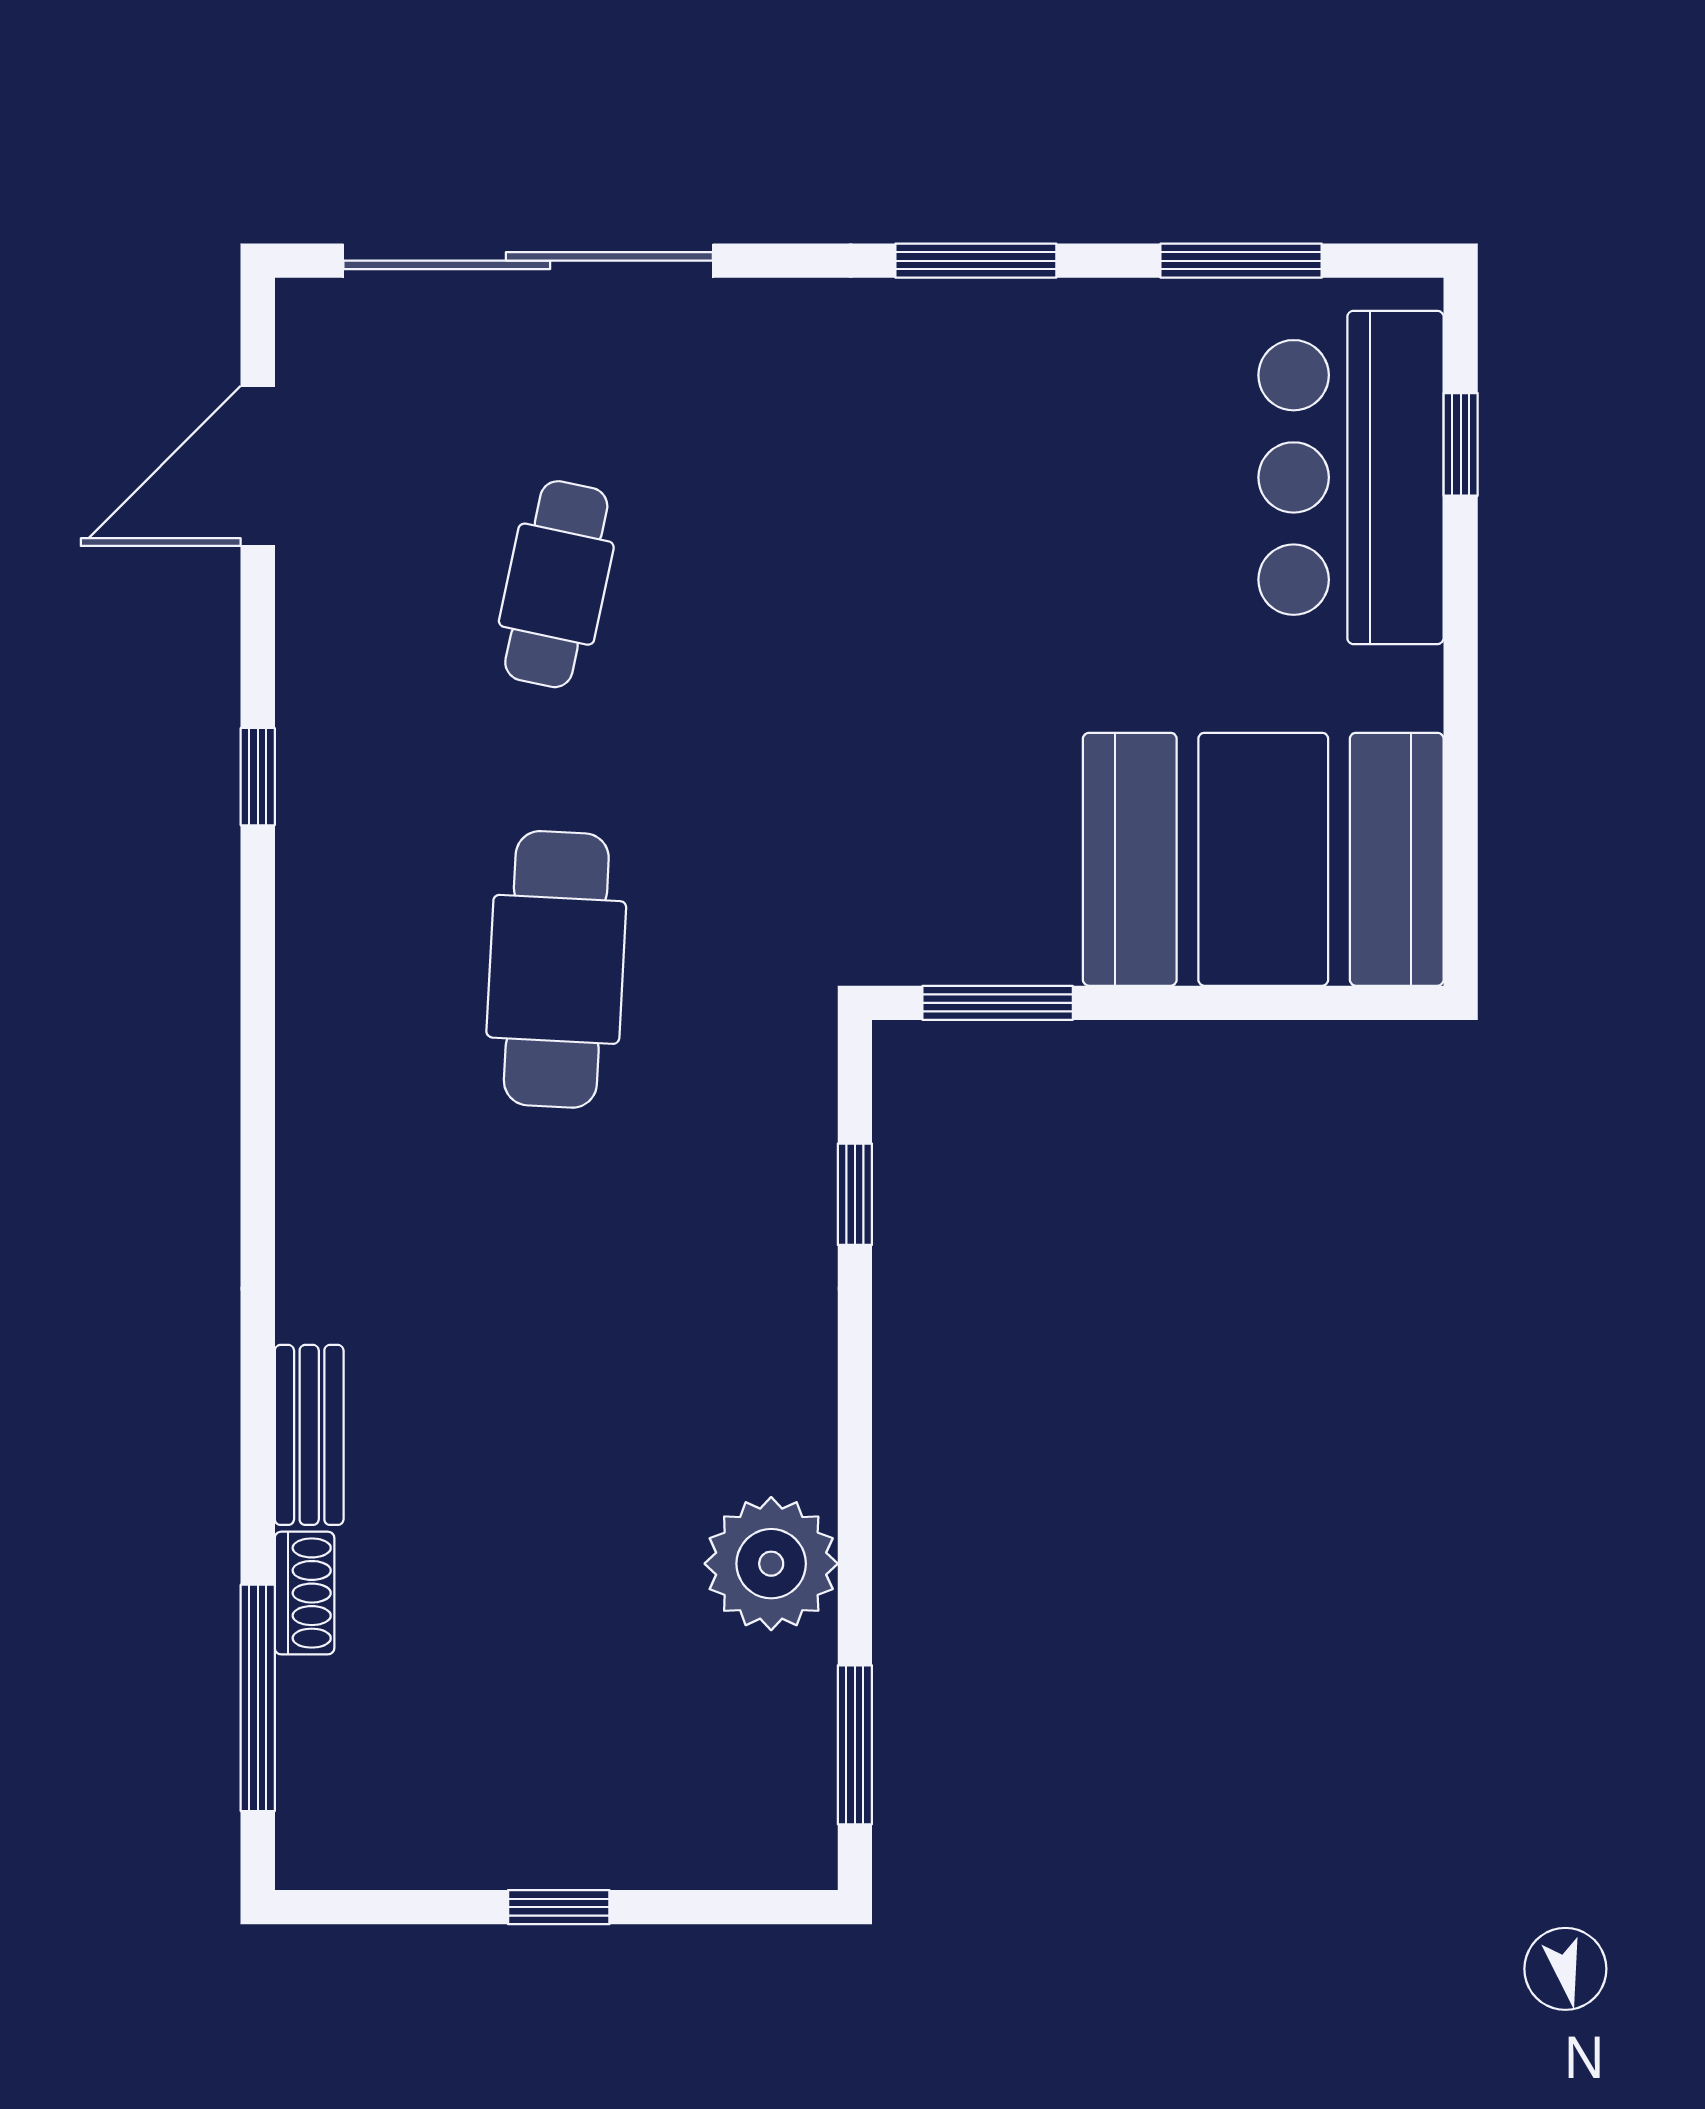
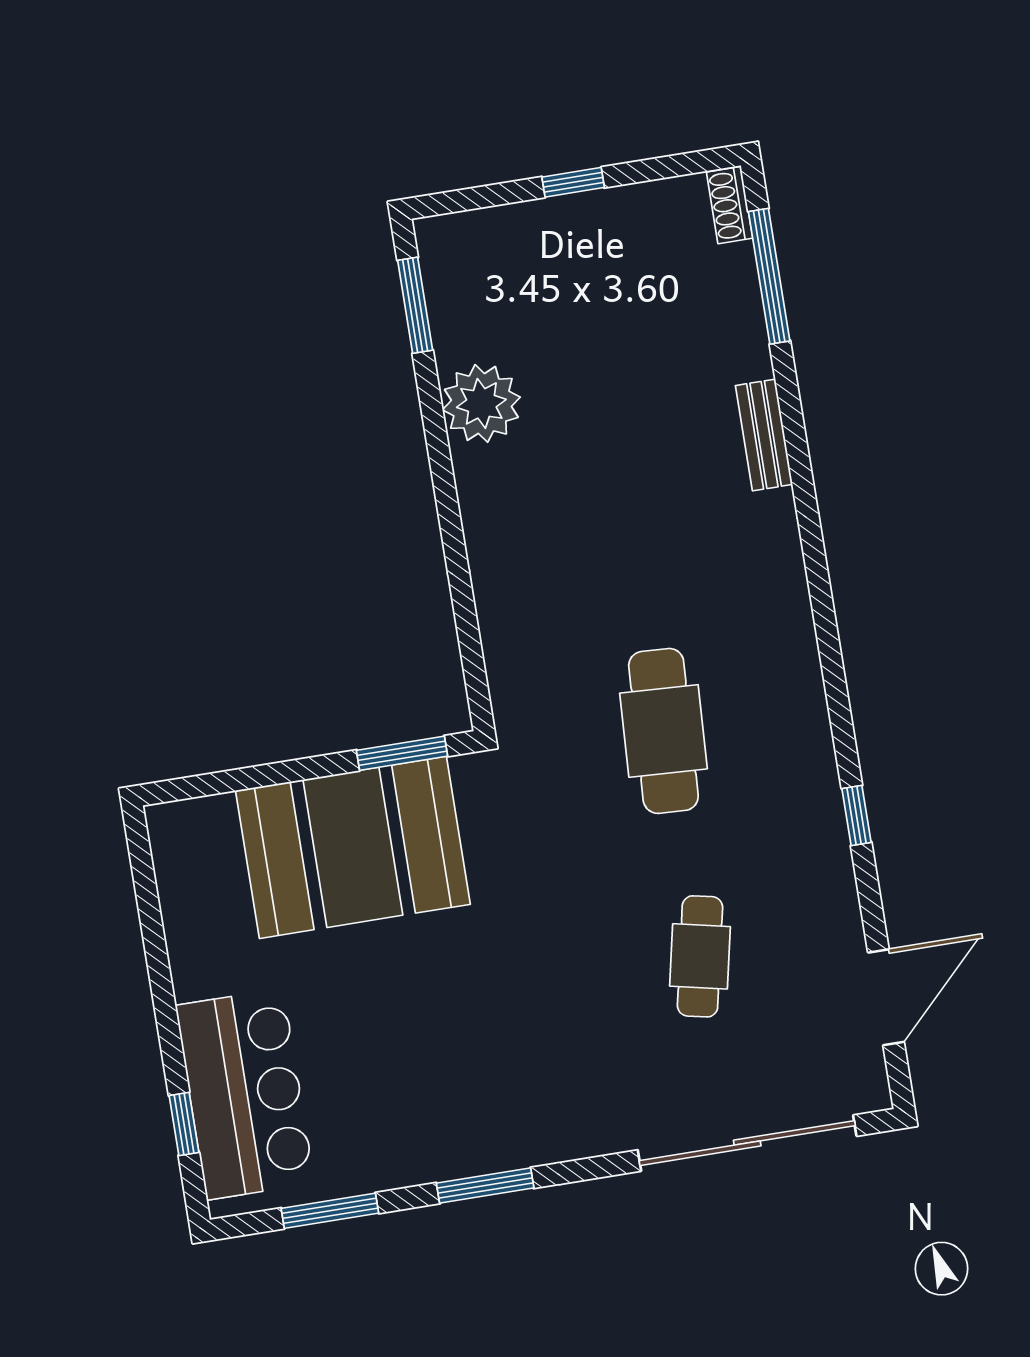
booth: (1263, 859) -> (353, 847), moved
window: (855, 1194) -> (467, 628), removed
shoe rack: (305, 1593) -> (730, 205), moved

